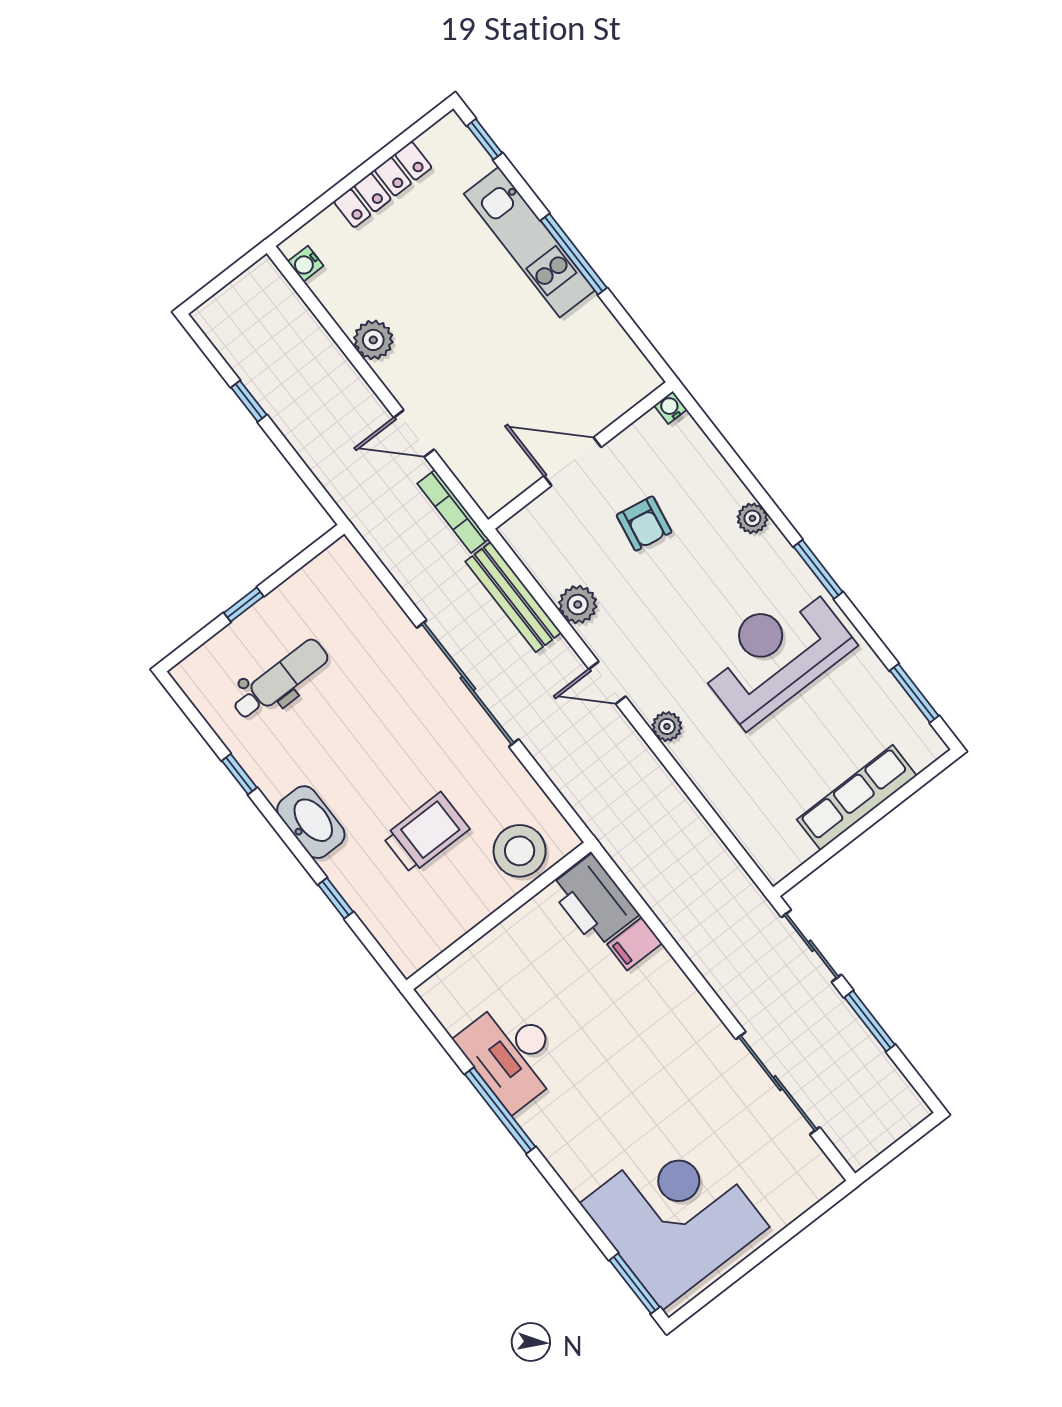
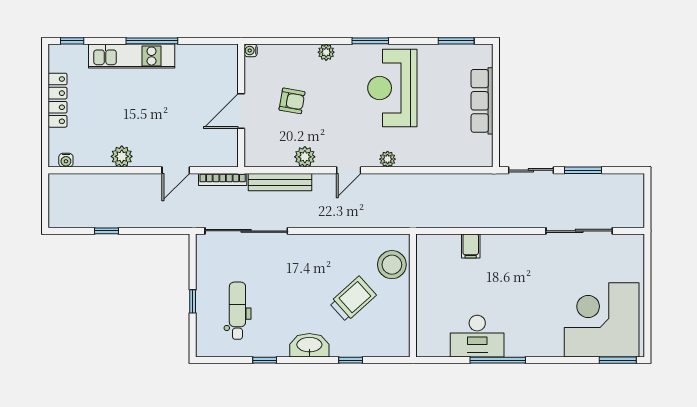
sliding door: (468, 683) -> (246, 231), moved
trolley: (426, 833) -> (353, 299), turned 48
printer: (594, 901) -> (438, 249), removed

